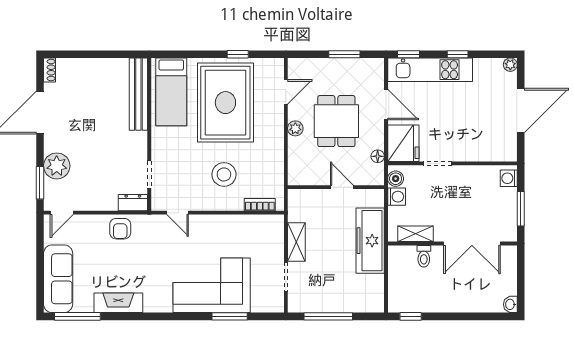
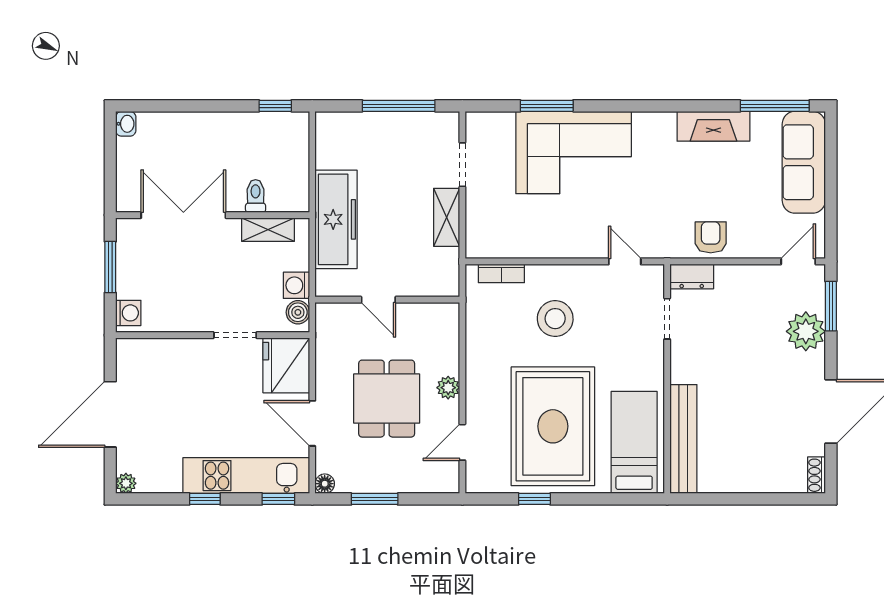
floor lamp: (378, 156) -> (325, 484), moved

